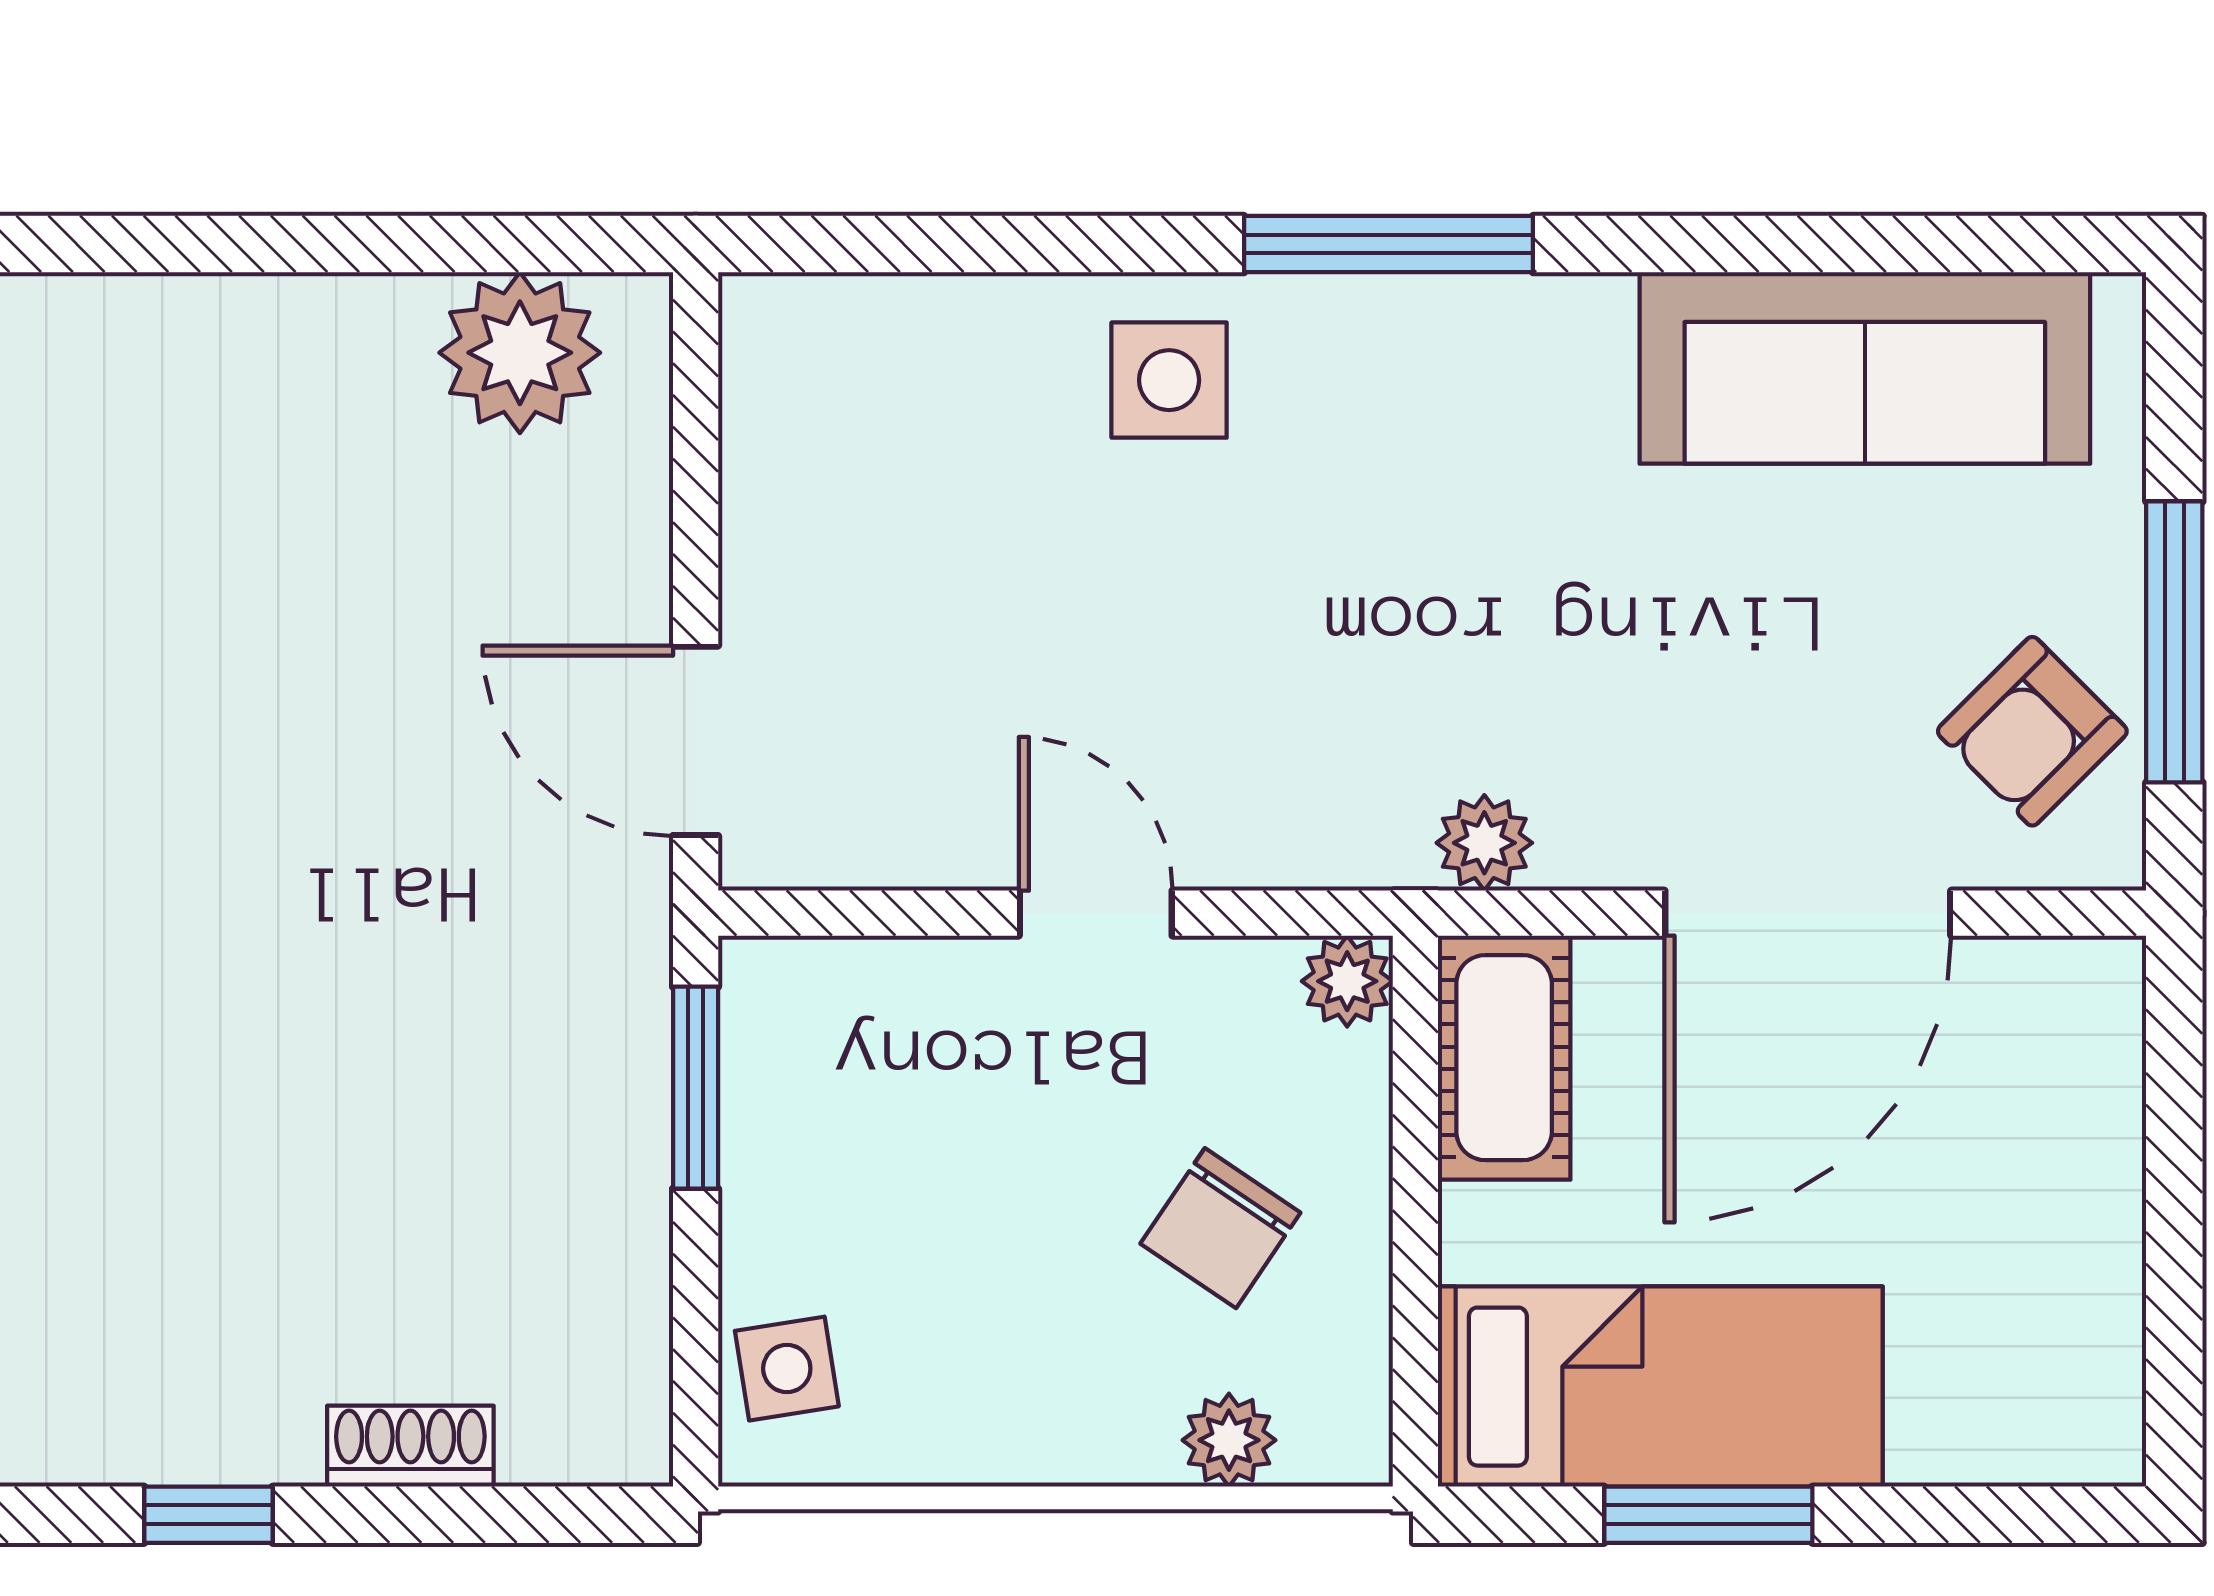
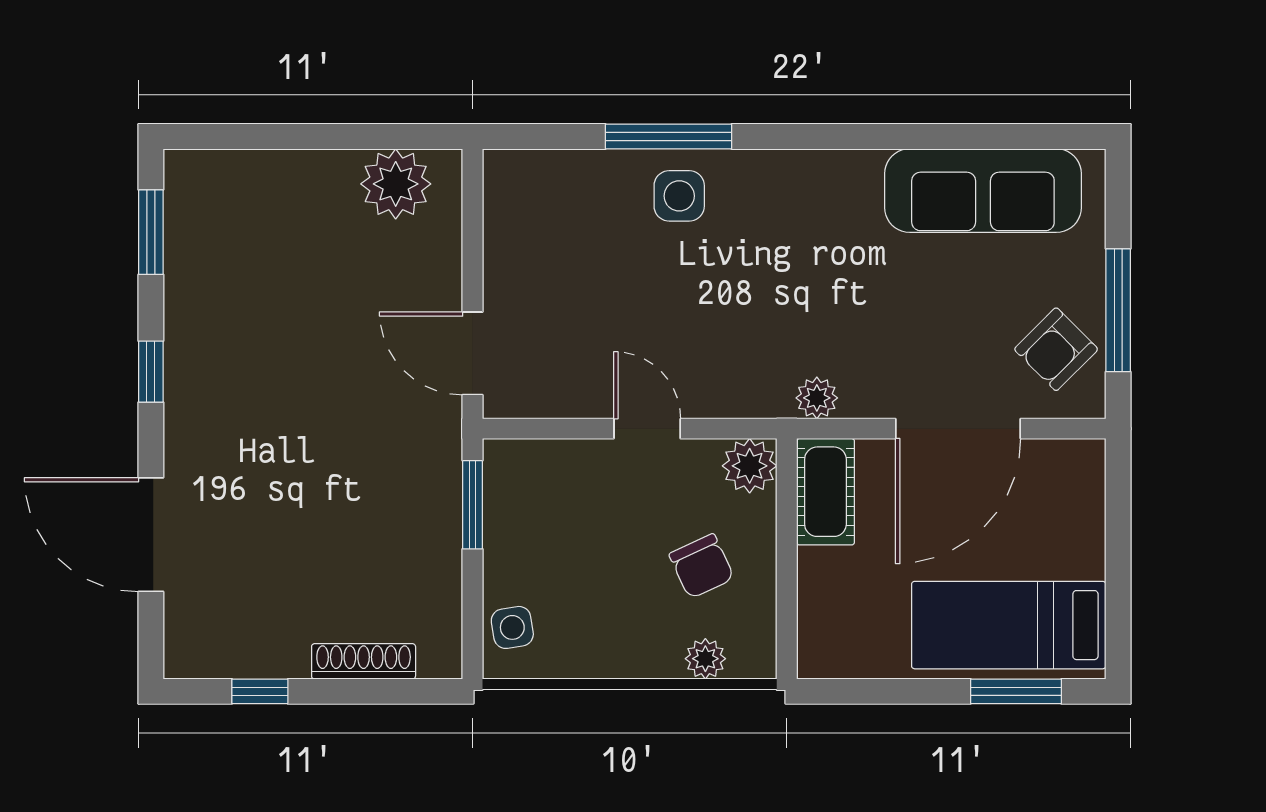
window: (1389, 244) -> (668, 136), moved
plant: (1347, 981) -> (750, 466), width x1.38, depth x1.38
chair: (1220, 1228) -> (702, 566), turned -59
bed: (1660, 1387) -> (1009, 625), moved, turned 180
shoe rack: (410, 1446) -> (364, 661), width x1.43
window: (1708, 1515) -> (1016, 691), moved

